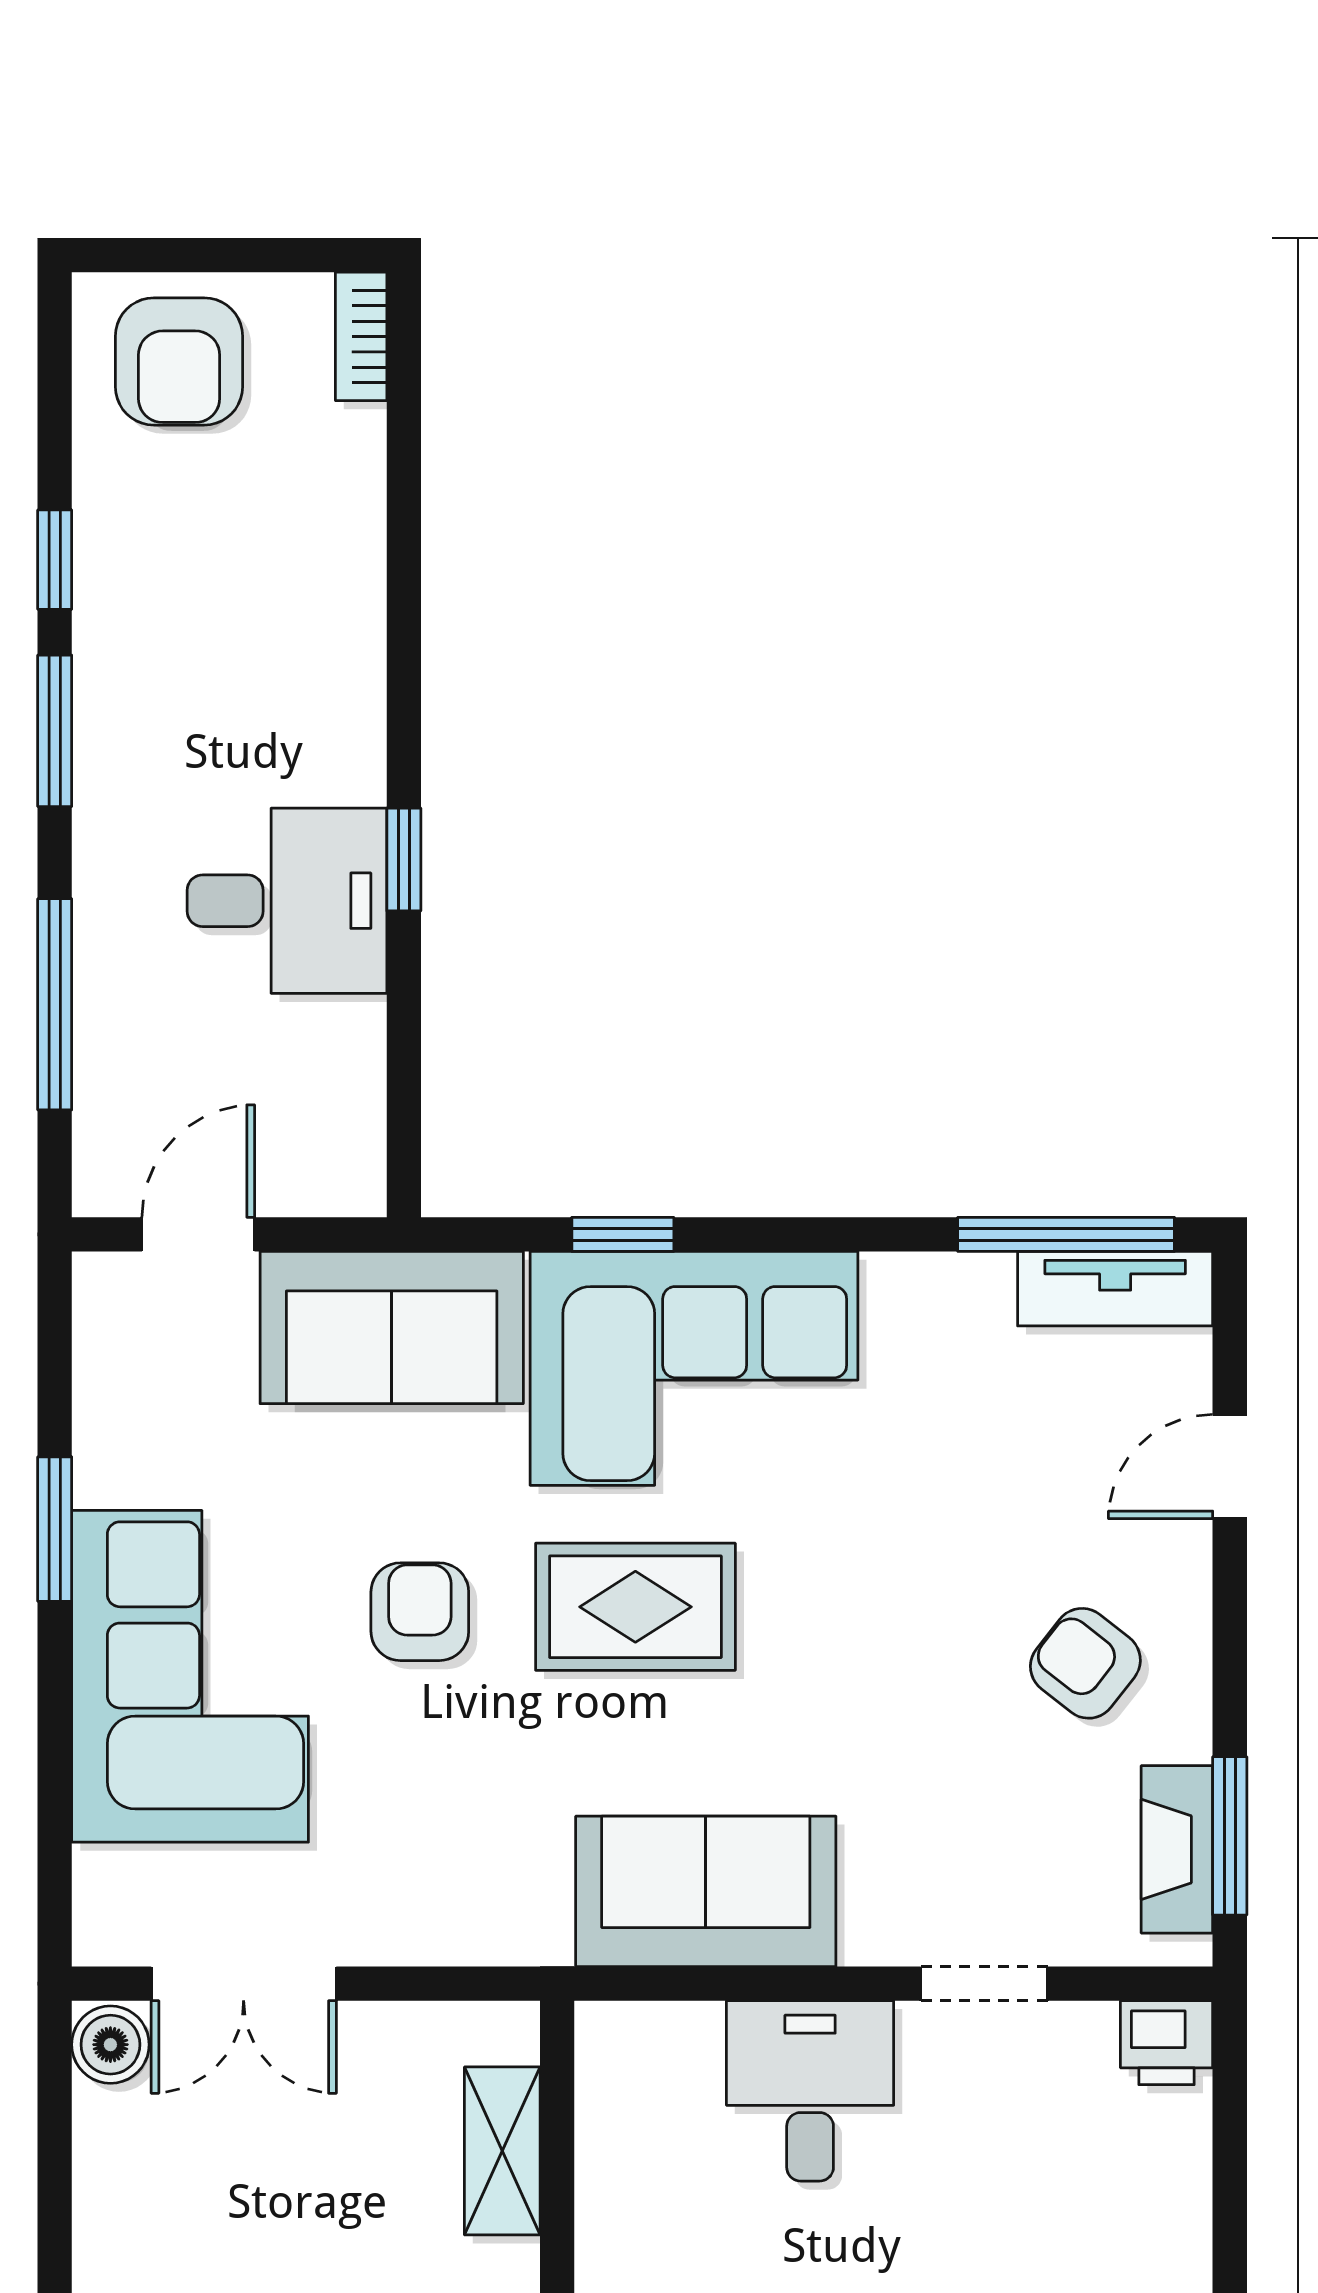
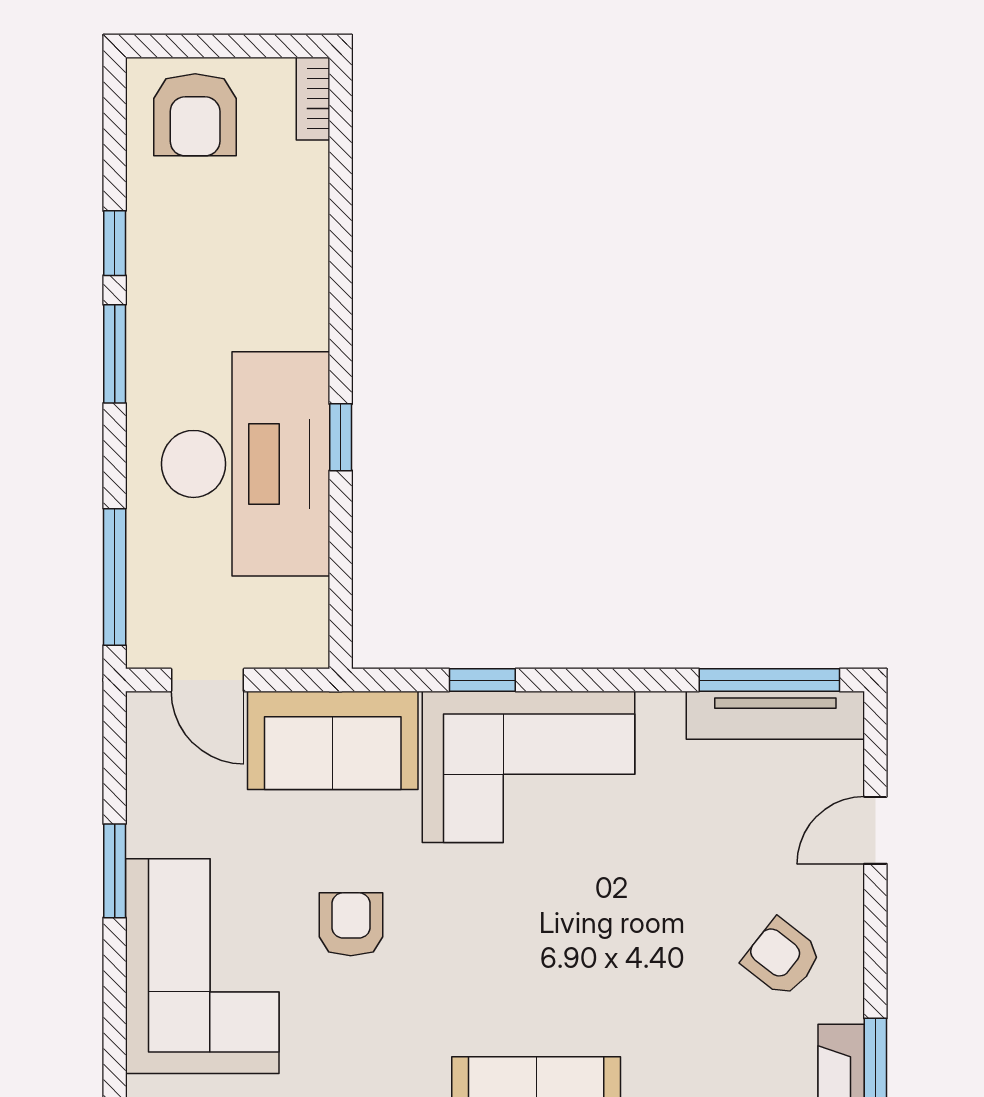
desk: (287, 901) -> (246, 464), width x1.87, depth x1.30
window: (55, 1004) -> (115, 577), moved
door: (198, 1234) -> (207, 680), swing flipped
tv unit: (1115, 1289) -> (775, 715), width x1.41
rug: (635, 1607) -> (491, 921), removed

